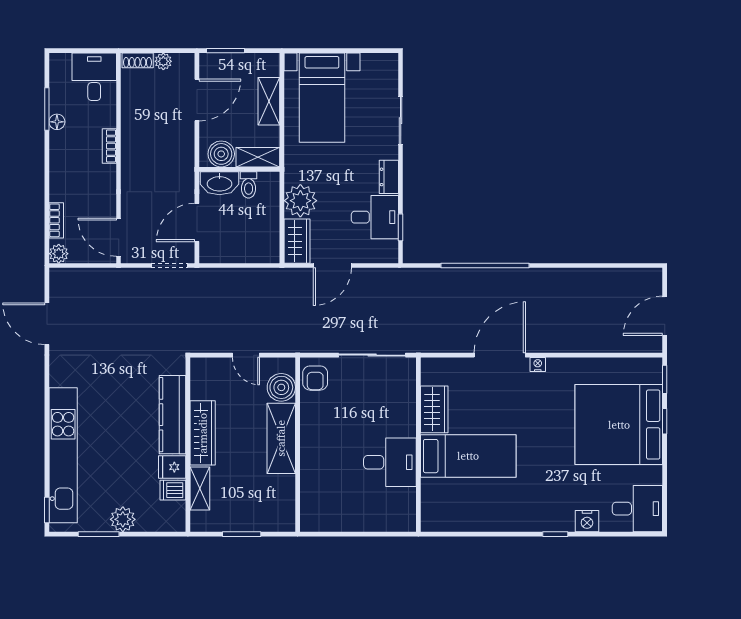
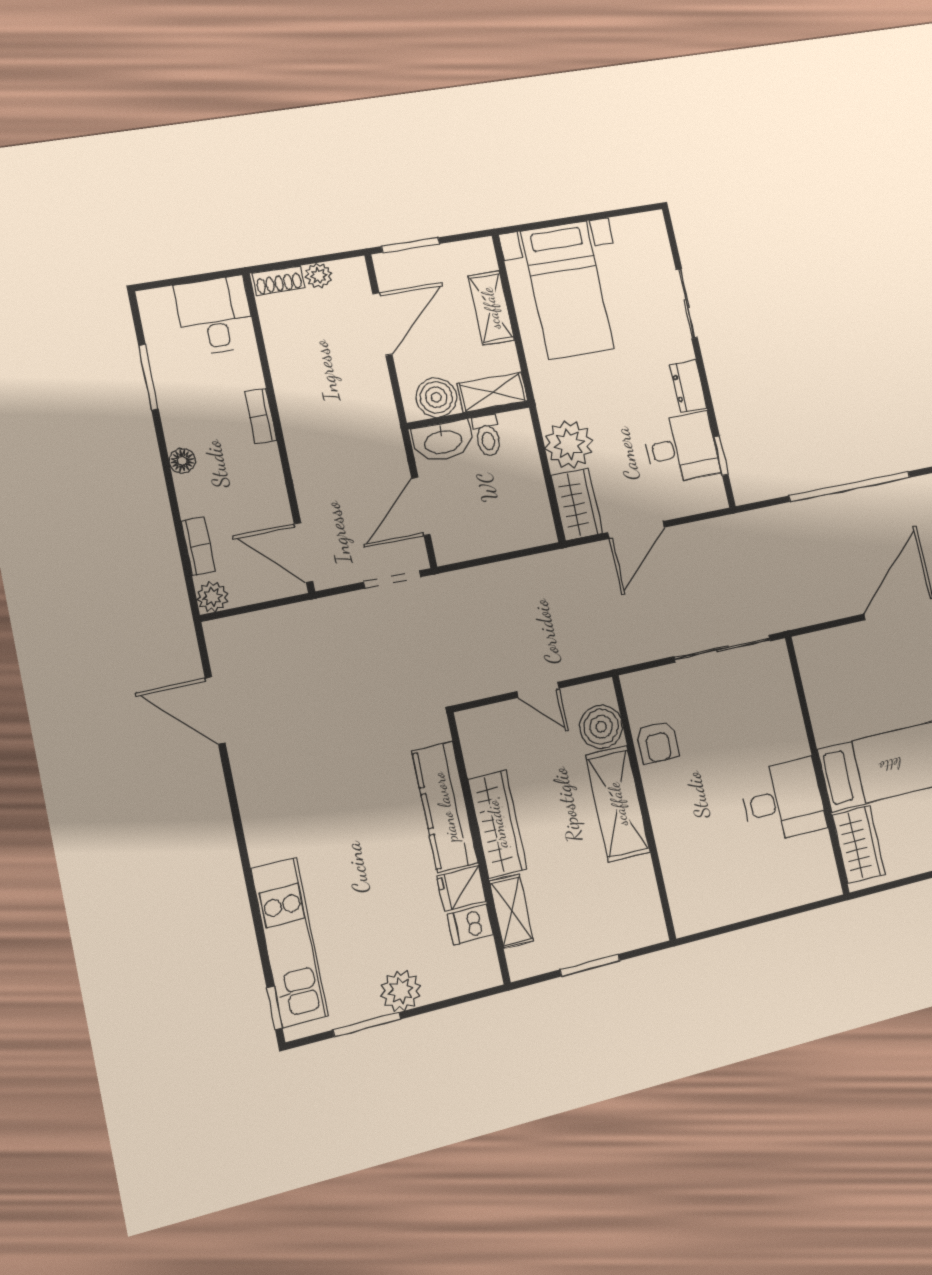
floor lamp: (57, 122) -> (182, 461), moved
armchair: (315, 378) -> (657, 742), moved
wardrobe: (434, 409) -> (859, 845), moved
kitchen unit: (63, 455) -> (289, 942), width x0.73

